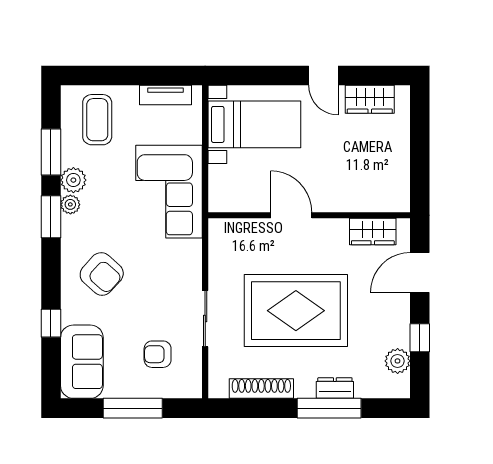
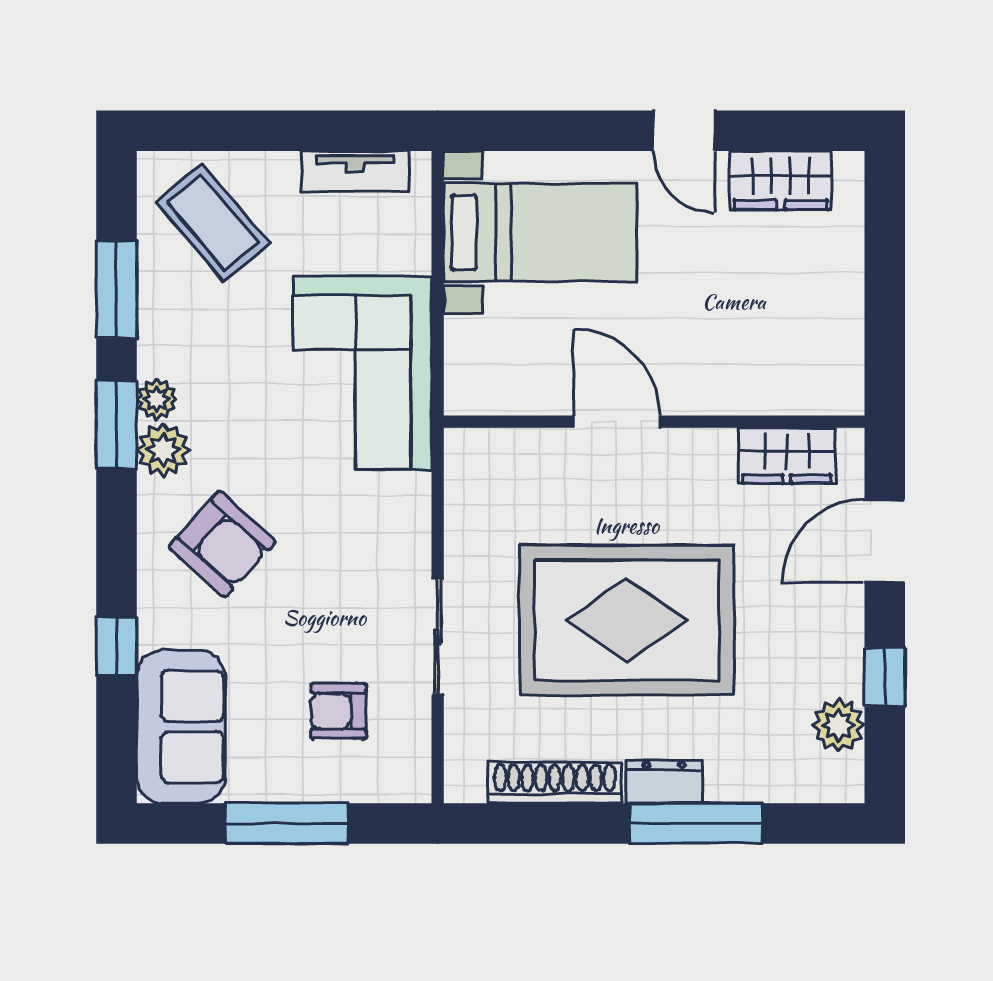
coffee table: (97, 120) -> (213, 223), turned -40
plant: (73, 180) -> (163, 450), moved
dresser: (335, 388) -> (664, 782), moved

